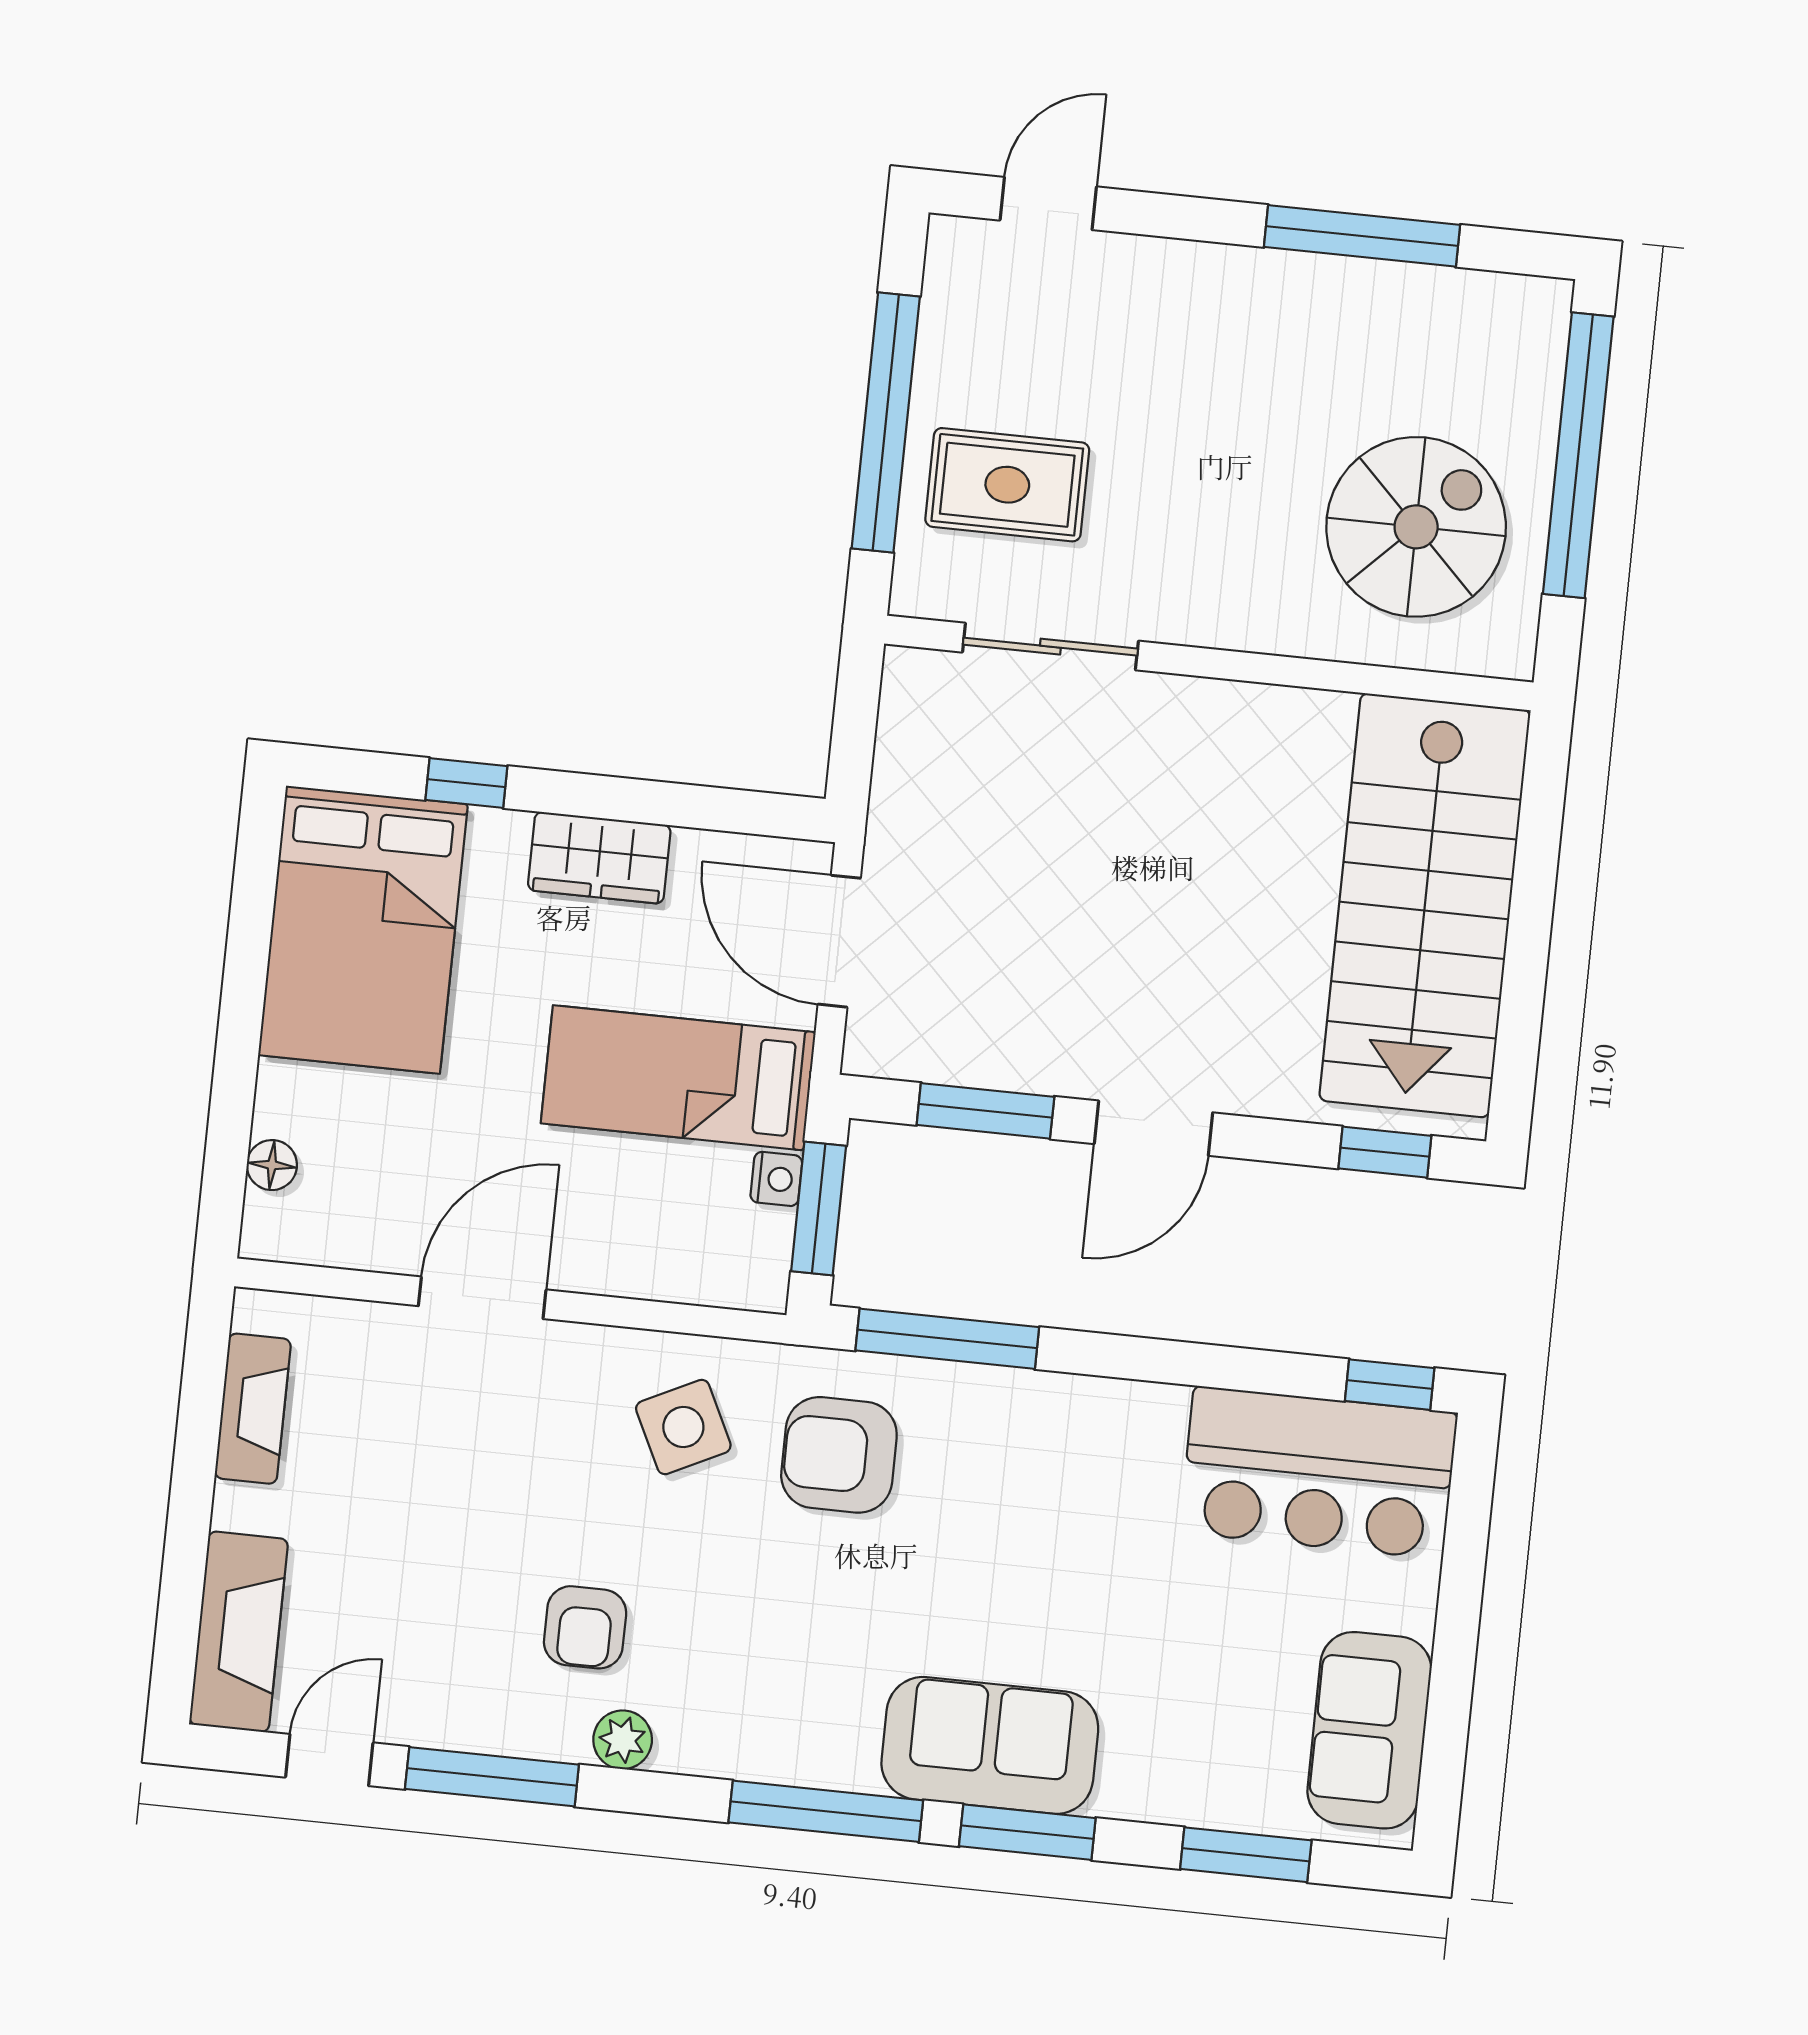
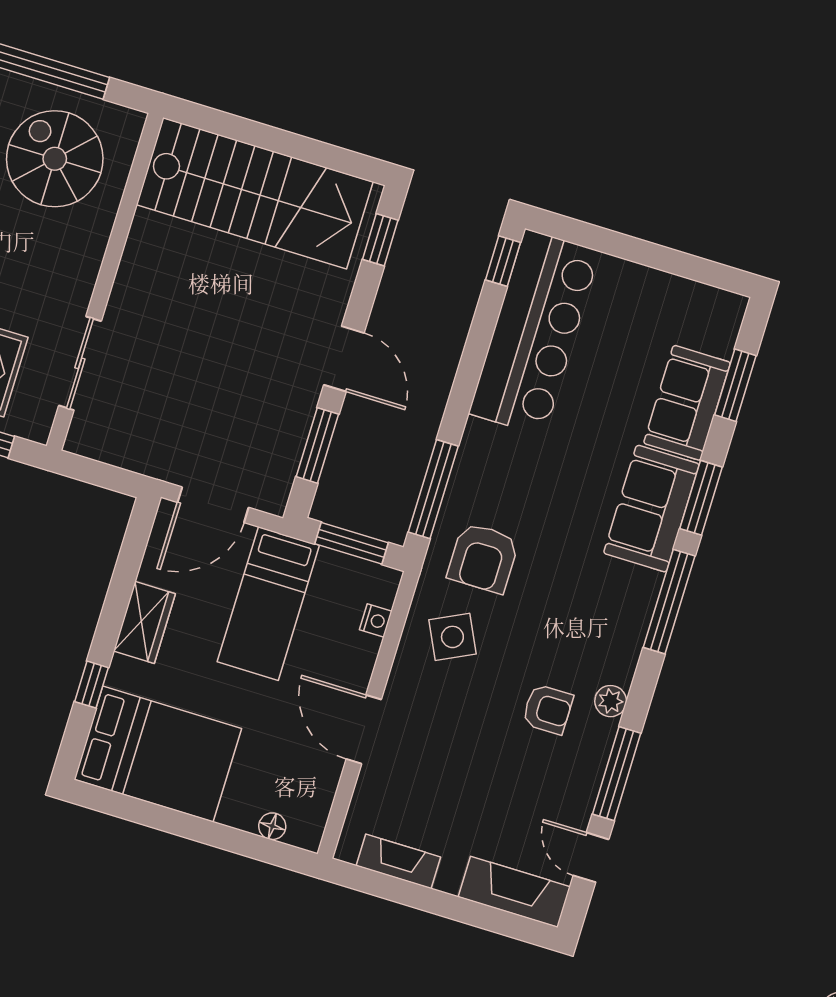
nightstand: (776, 1179) -> (376, 621), moved, turned 90
bar counter: (1318, 1472) -> (534, 332), width x1.36
sofa: (1369, 1730) -> (687, 403), moved, turned 90

